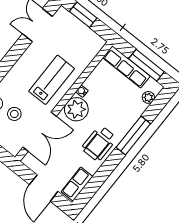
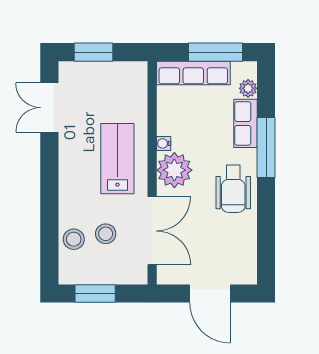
row of seats: (77, 184) -> (246, 123), moved

